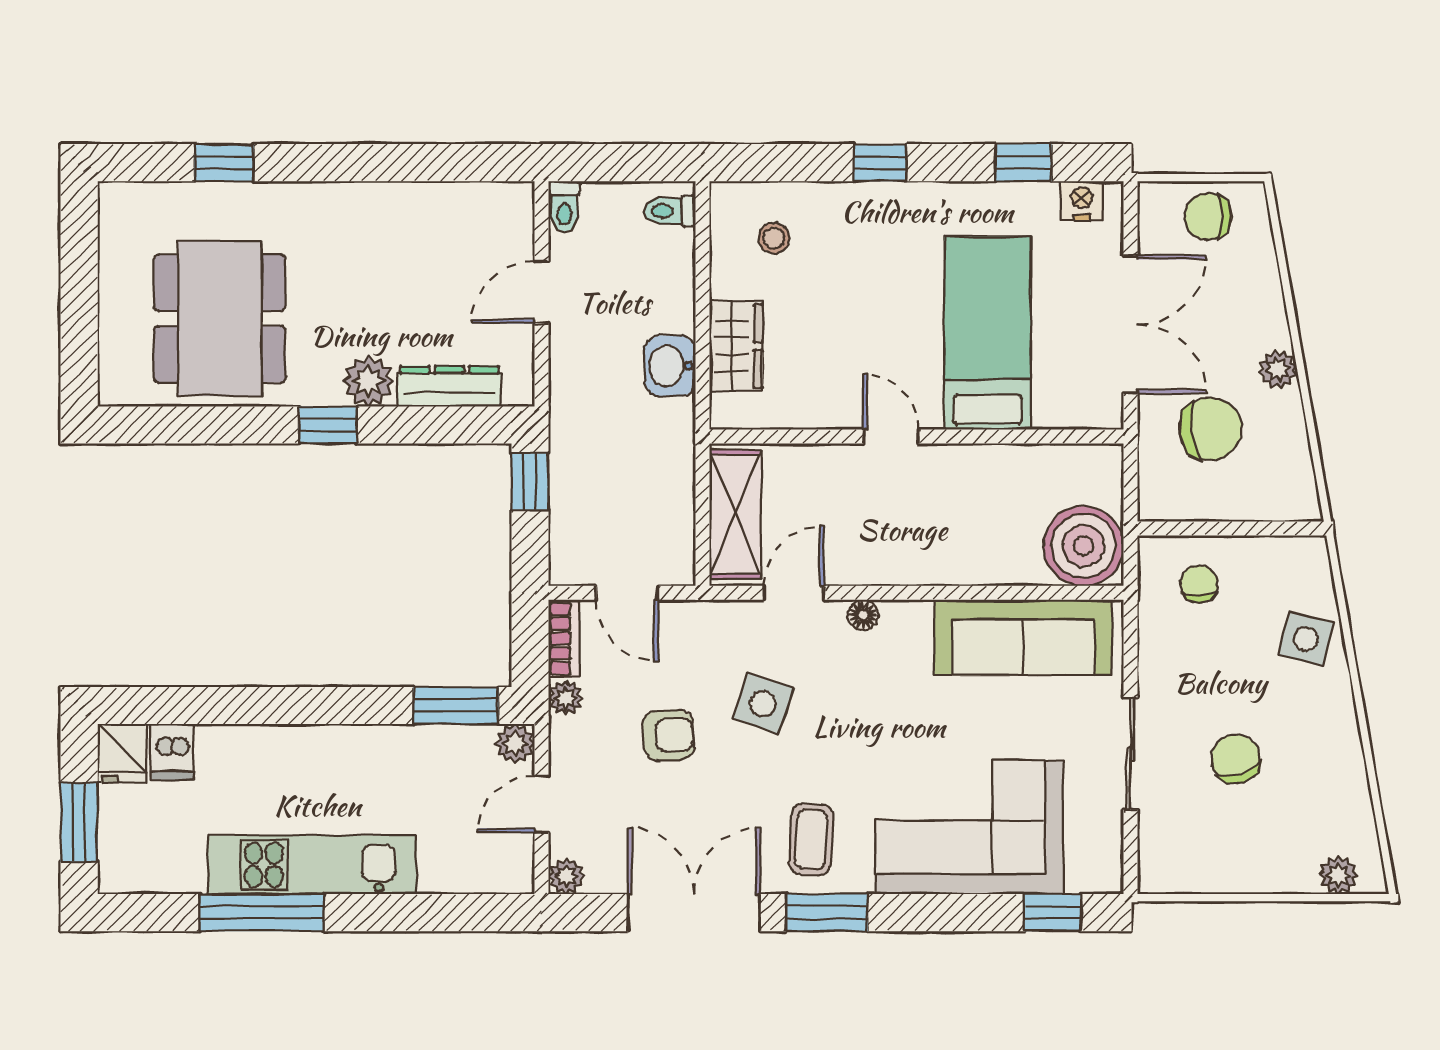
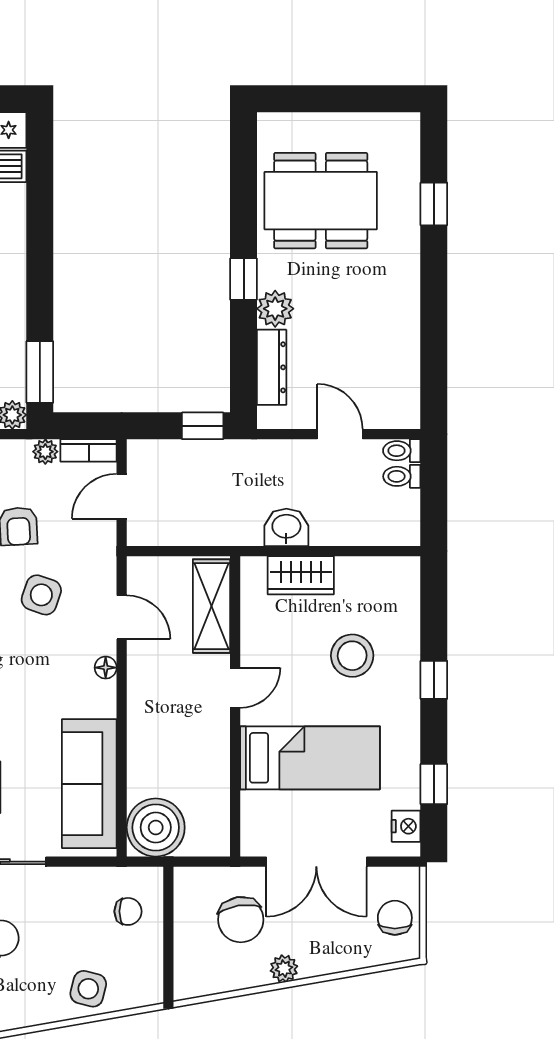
toilet: (670, 211) -> (402, 476), moved, turned -90
stool: (774, 238) -> (352, 656), moved, width x1.89, depth x1.89
shelving: (735, 514) -> (211, 606), moved, turned 90

